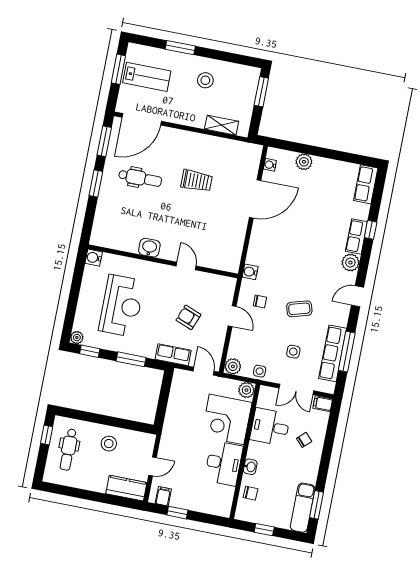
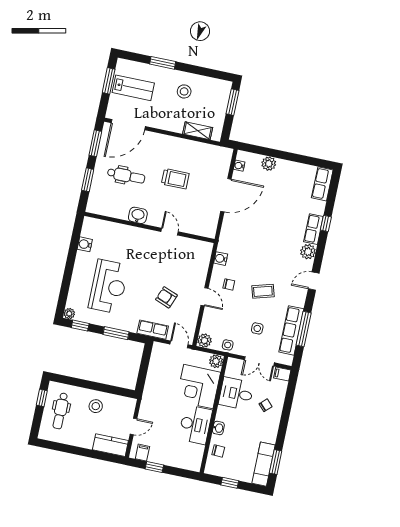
washbasin: (149, 248) -> (138, 215), moved
wall: (163, 261) -> (149, 227), moved
door: (186, 266) -> (170, 232), moved

